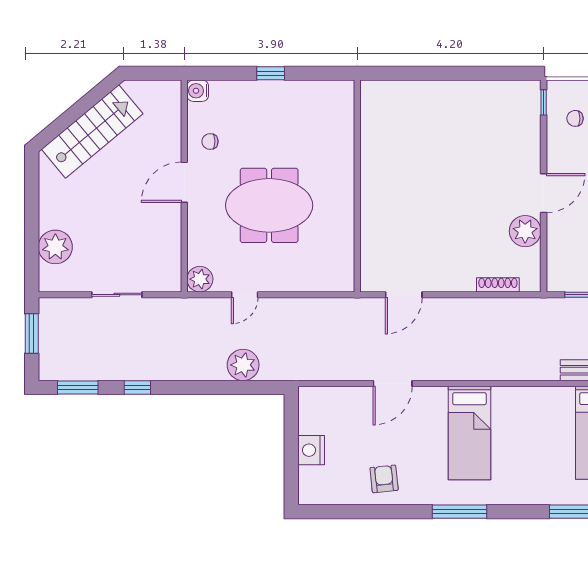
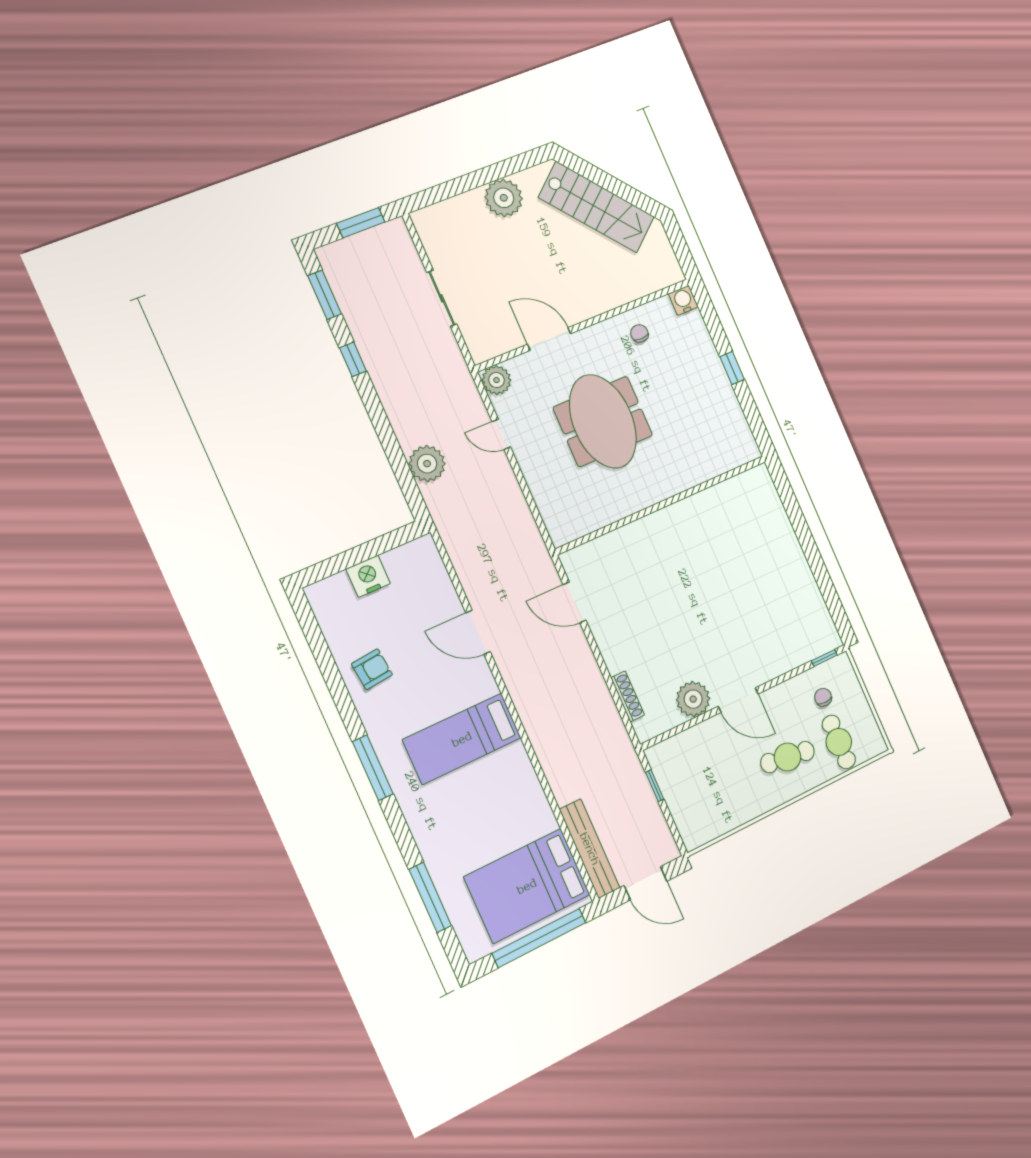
door: (184, 182) -> (549, 339), moved
plant: (55, 247) -> (504, 198), moved

